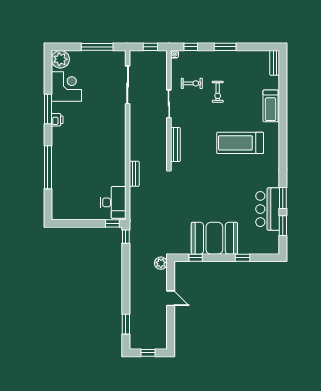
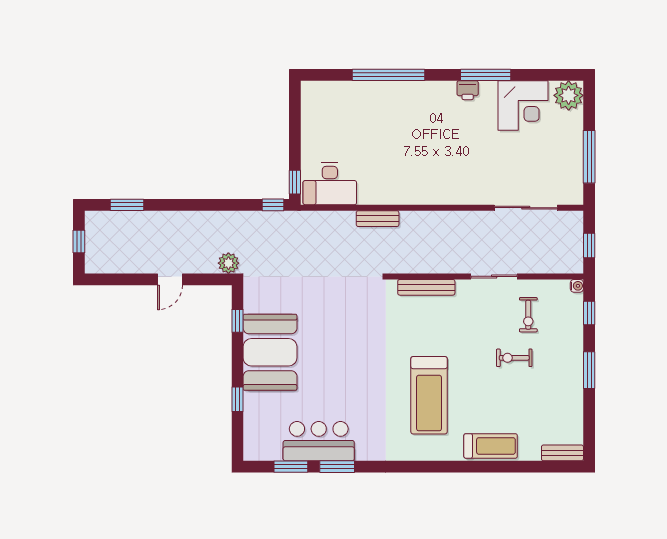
treadmill: (271, 106) -> (491, 446), turned 180
treadmill: (240, 143) -> (429, 395), turned 180

